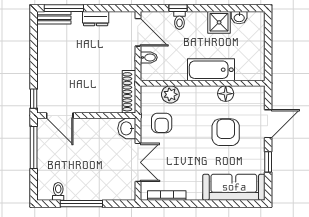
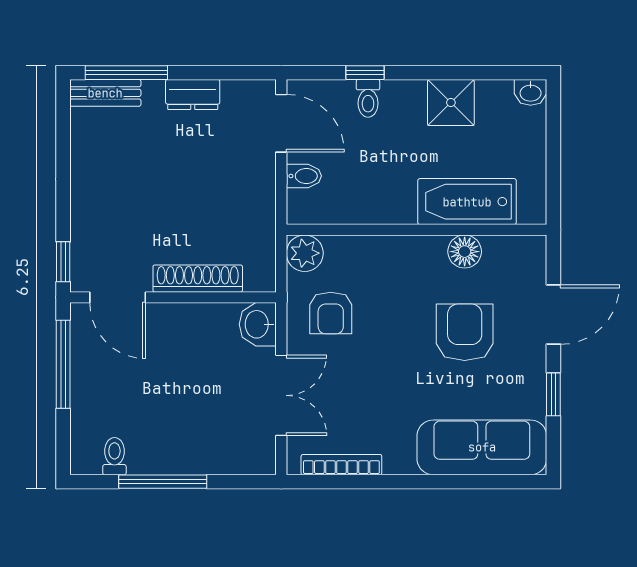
washbasin: (239, 18) -> (531, 92), moved
bathtub: (211, 70) -> (467, 202), moved
shoe rack: (129, 92) -> (198, 279), moved, turned 90
plant: (170, 94) -> (305, 253), moved

